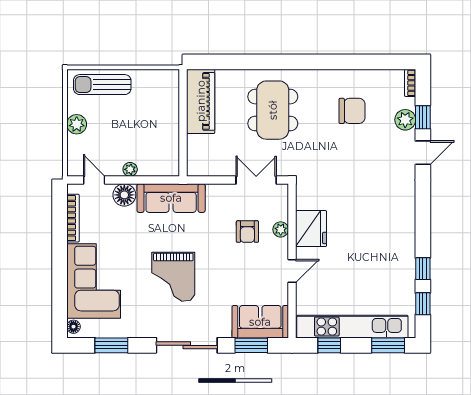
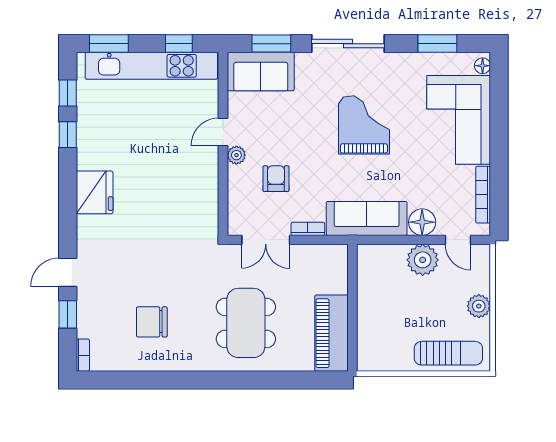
plant: (405, 120) -> (89, 311), removed
plant: (130, 169) -> (423, 260), width x1.87, depth x1.87
bookcase: (221, 189) -> (308, 229), added
plant: (281, 229) -> (236, 155), moved
fridge: (311, 229) -> (95, 192), moved, turned 180

